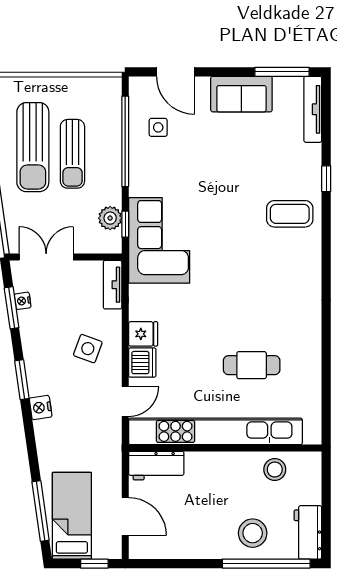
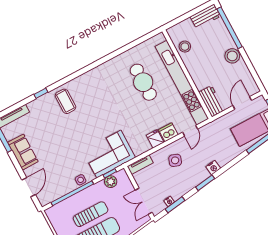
side table: (158, 127) -> (81, 180), moved
cafe table: (252, 365) -> (143, 82), width x1.37, depth x1.35
door: (125, 402) -> (190, 131), swing flipped
stool: (253, 533) -> (232, 56), moved

